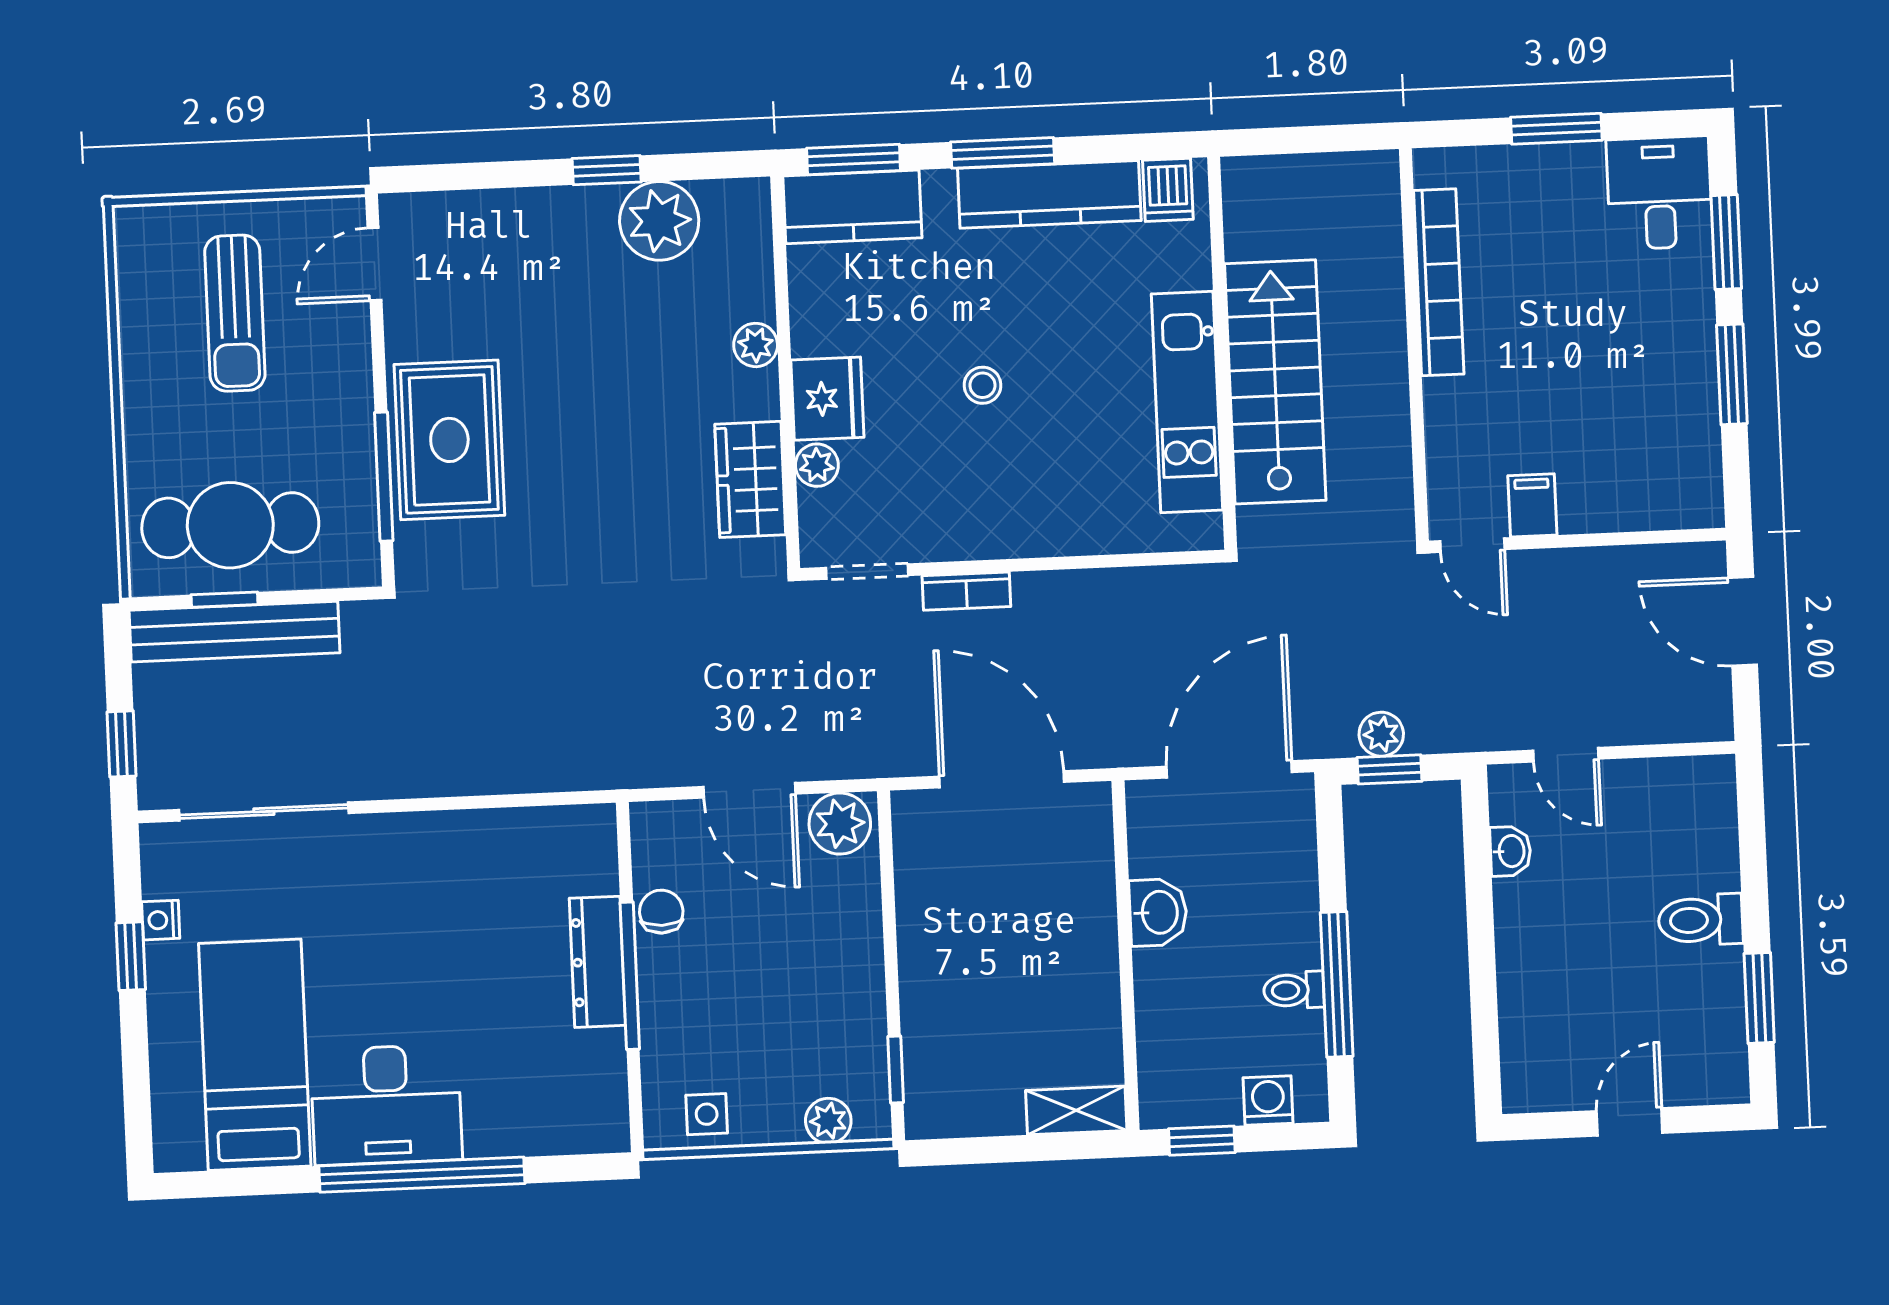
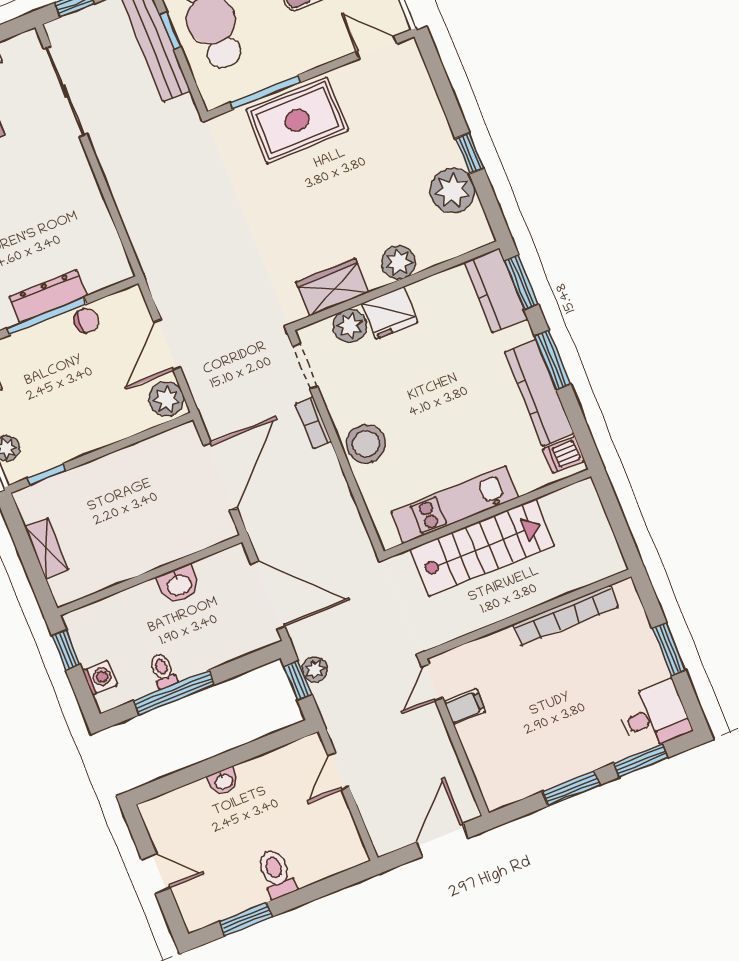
plant: (756, 345) -> (399, 262), width x1.38, depth x1.38
stool: (983, 385) -> (366, 444), moved, width x1.89, depth x1.89
plant: (817, 465) -> (350, 326), width x1.38, depth x1.38
washbasin: (1510, 851) -> (224, 781), moved
shelving: (1076, 1110) -> (47, 548), moved

